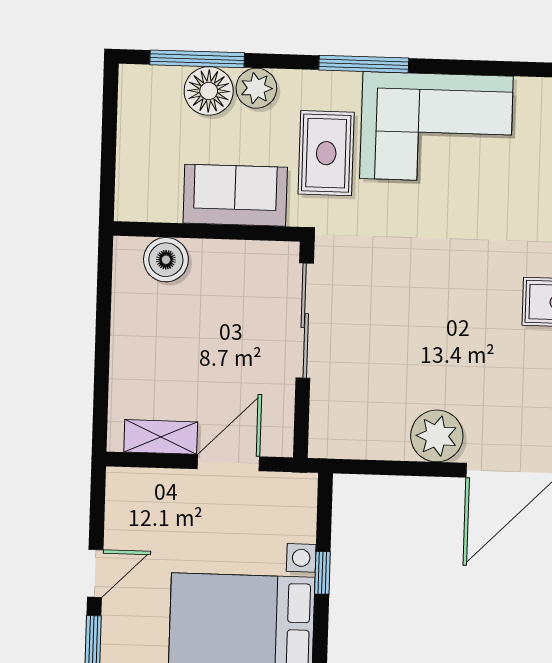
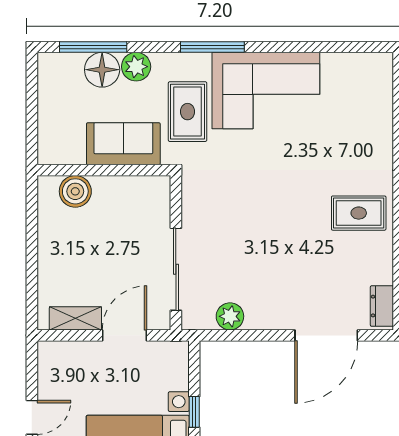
sliding door: (305, 321) -> (176, 269), moved
plant: (437, 436) -> (230, 316), moved, width x0.73, depth x0.73

